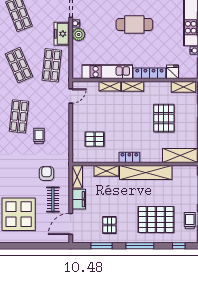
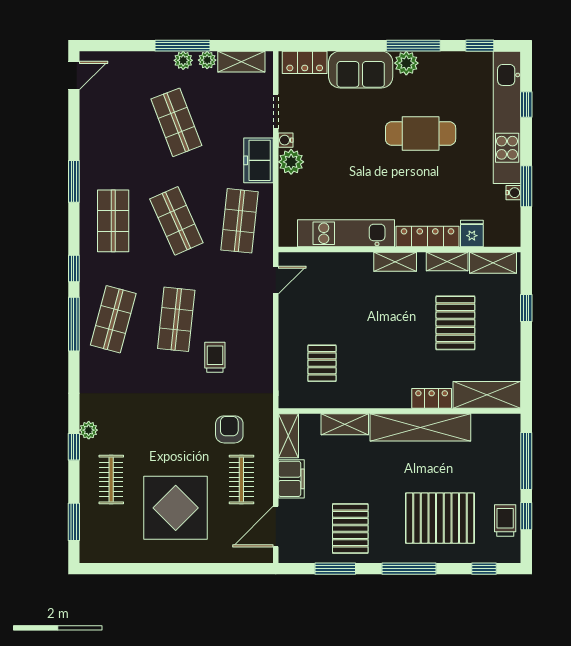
cafe table: (134, 24) -> (421, 133), moved
shelving: (110, 86) -> (447, 262), moved
pallet: (95, 139) -> (322, 363), turned 90
locker: (129, 157) -> (432, 398), moved
pallet: (109, 225) -> (350, 528), width x1.50, depth x1.42

